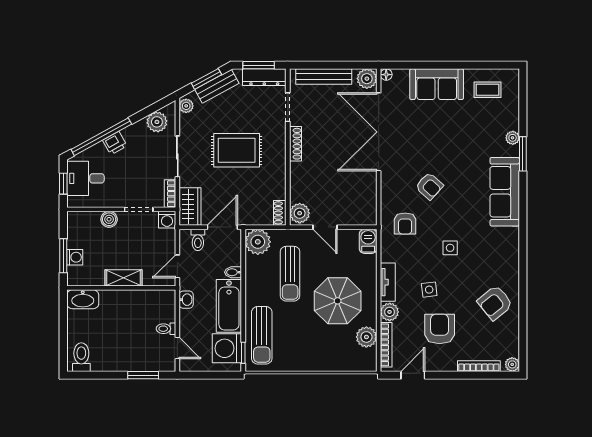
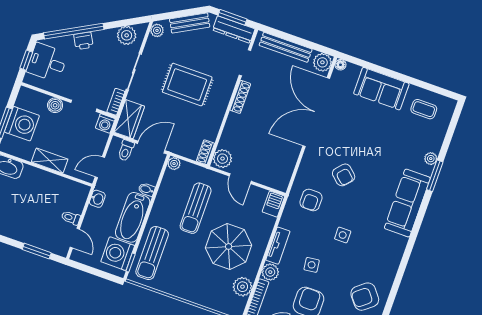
window: (206, 79) -> (183, 13), removed
plant: (258, 242) -> (174, 164), width x0.53, depth x0.53
washing machine: (75, 257) -> (22, 124), width x1.89, depth x1.89

